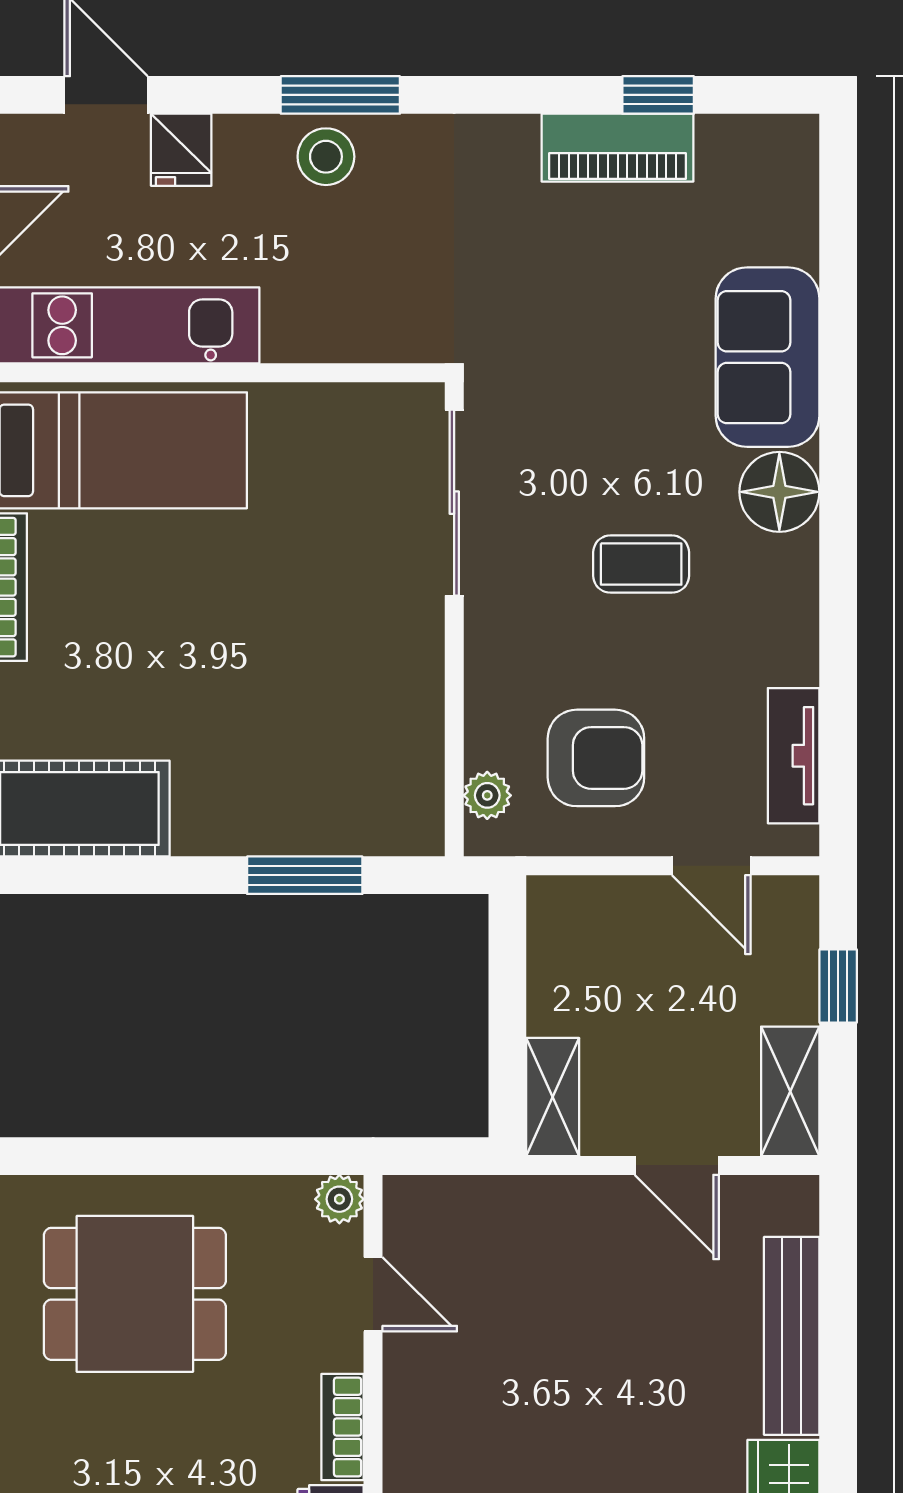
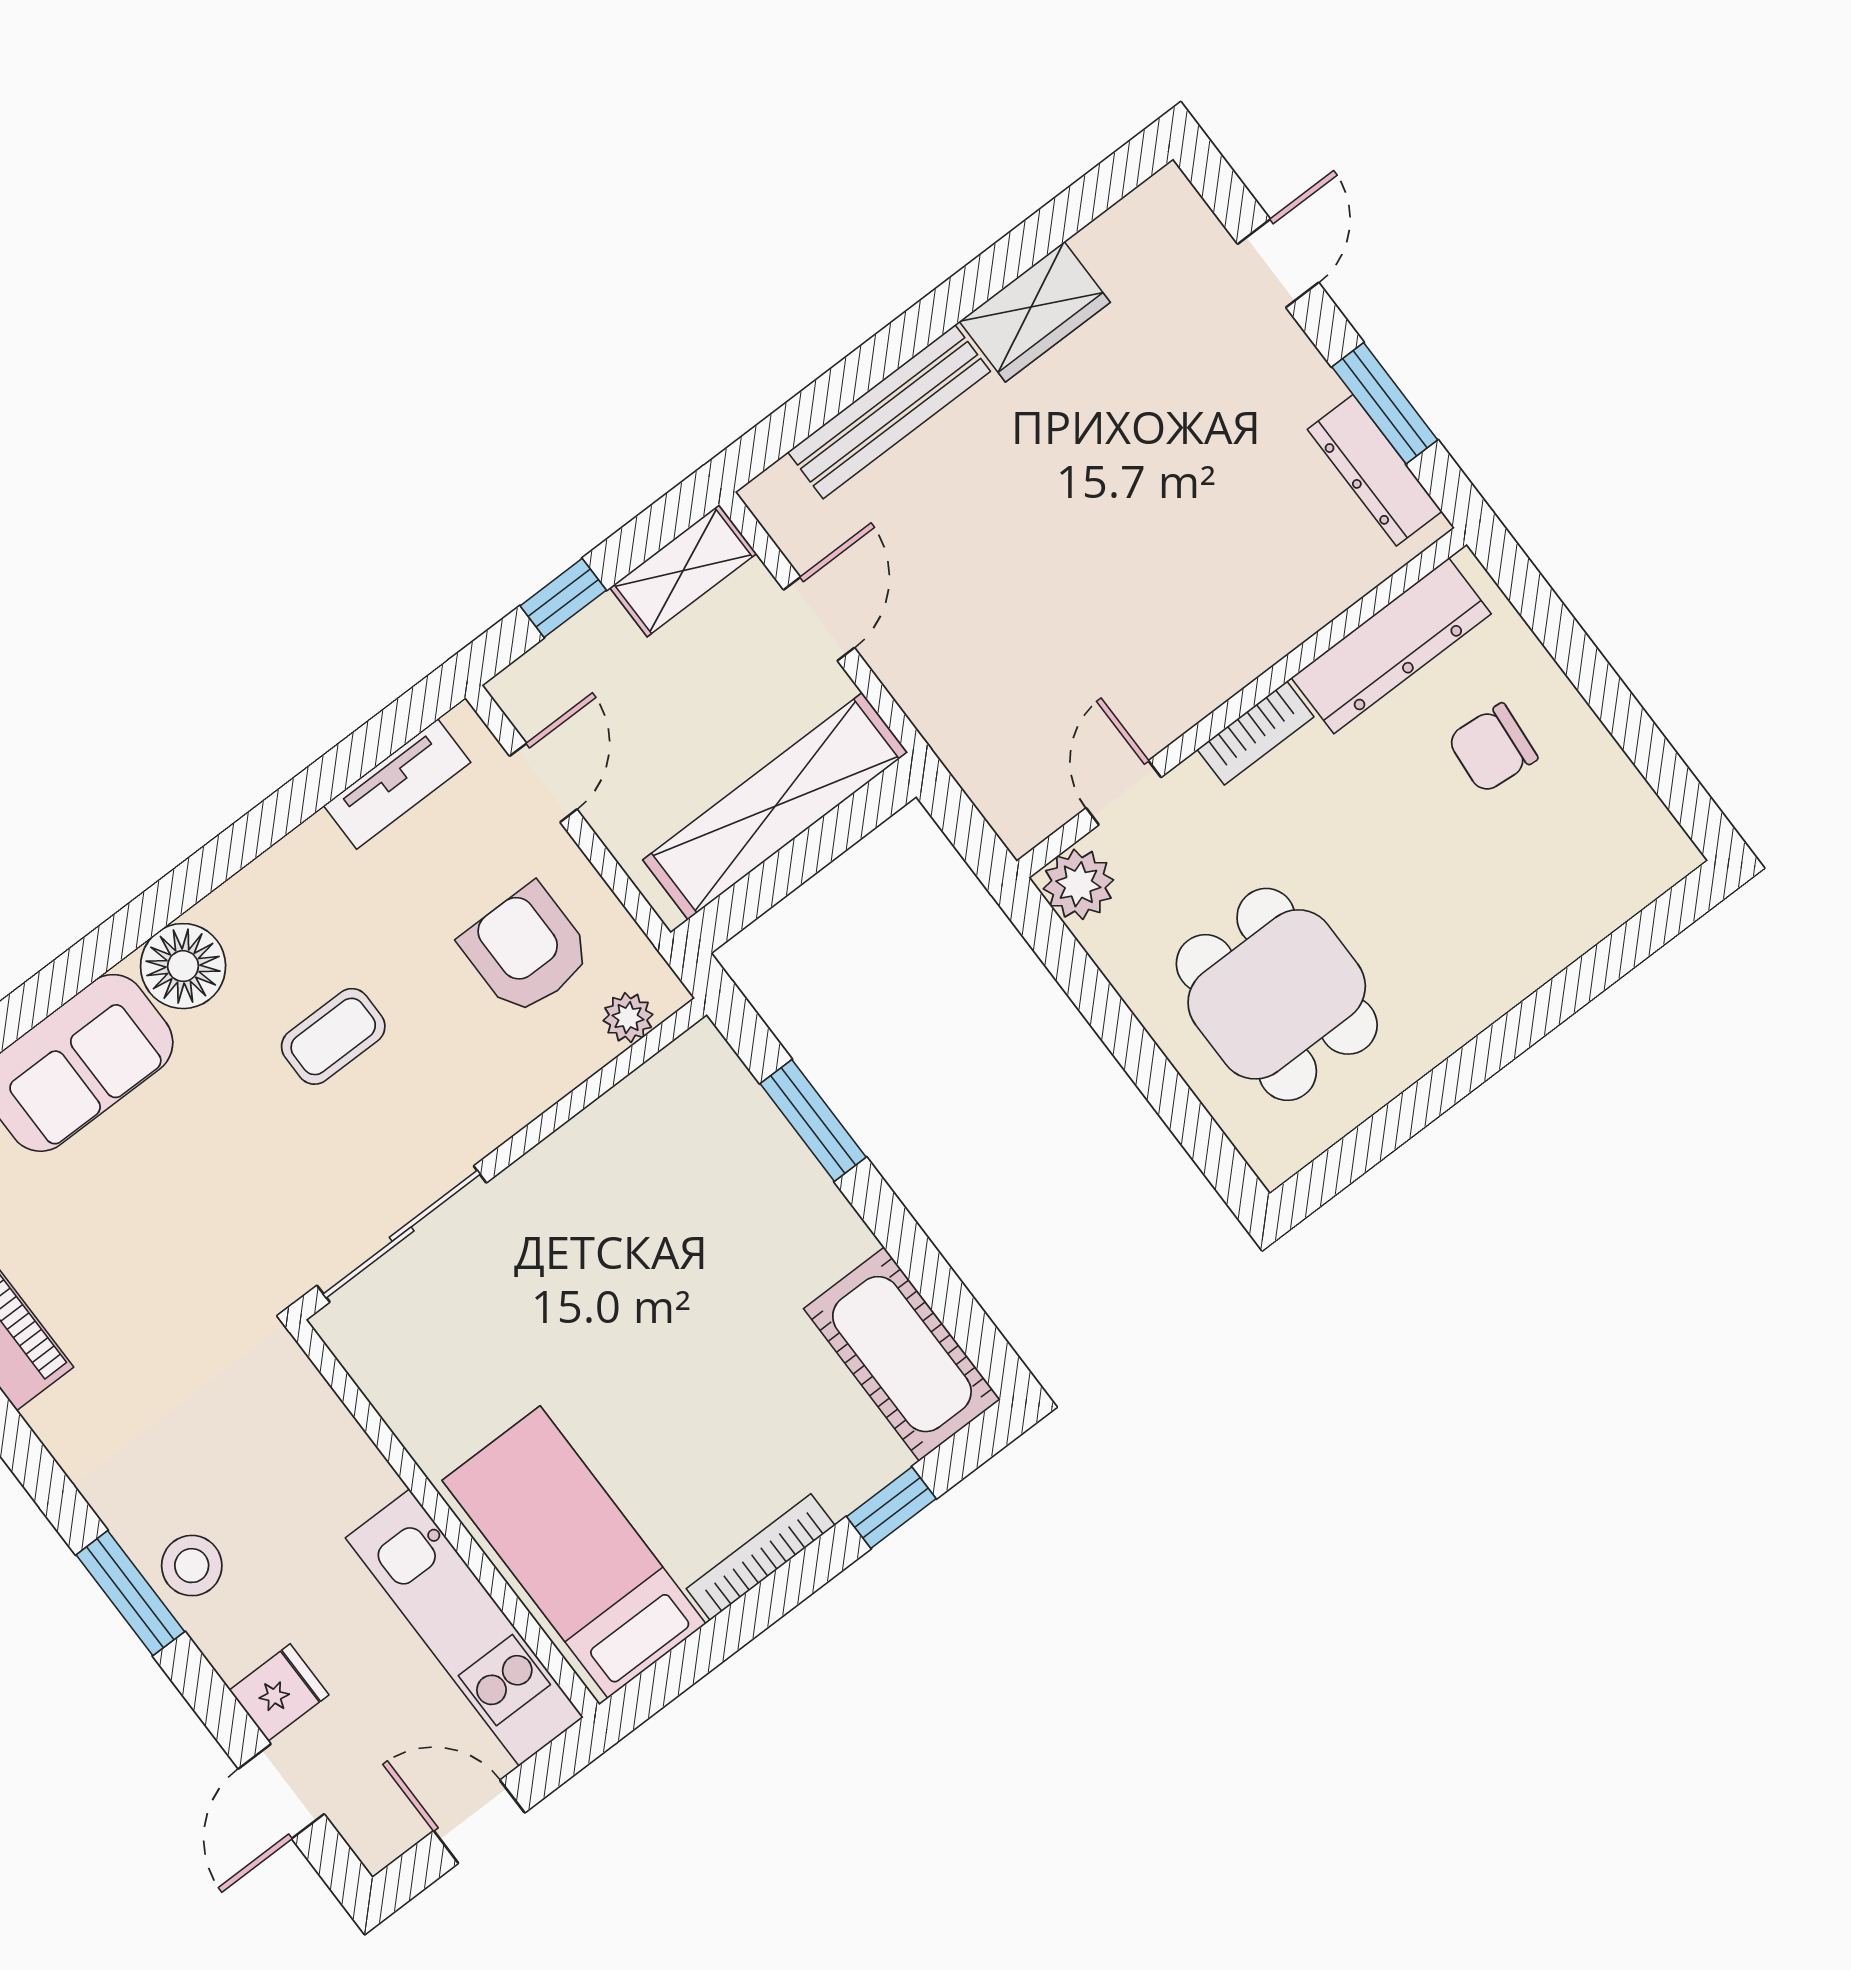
coffee table: (641, 564) -> (333, 1036), turned 90
shelving: (553, 1097) -> (775, 806), width x2.20, depth x1.33
plant: (339, 1199) -> (1078, 884), width x1.38, depth x1.38

